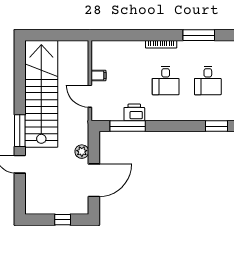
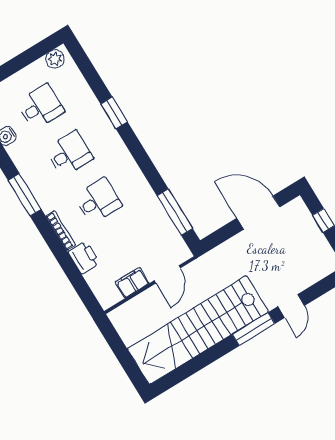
filing cabinet: (99, 75) -> (132, 283), width x2.00
printer: (134, 112) -> (84, 257), moved, turned 180
plant: (82, 152) -> (234, 246), removed

